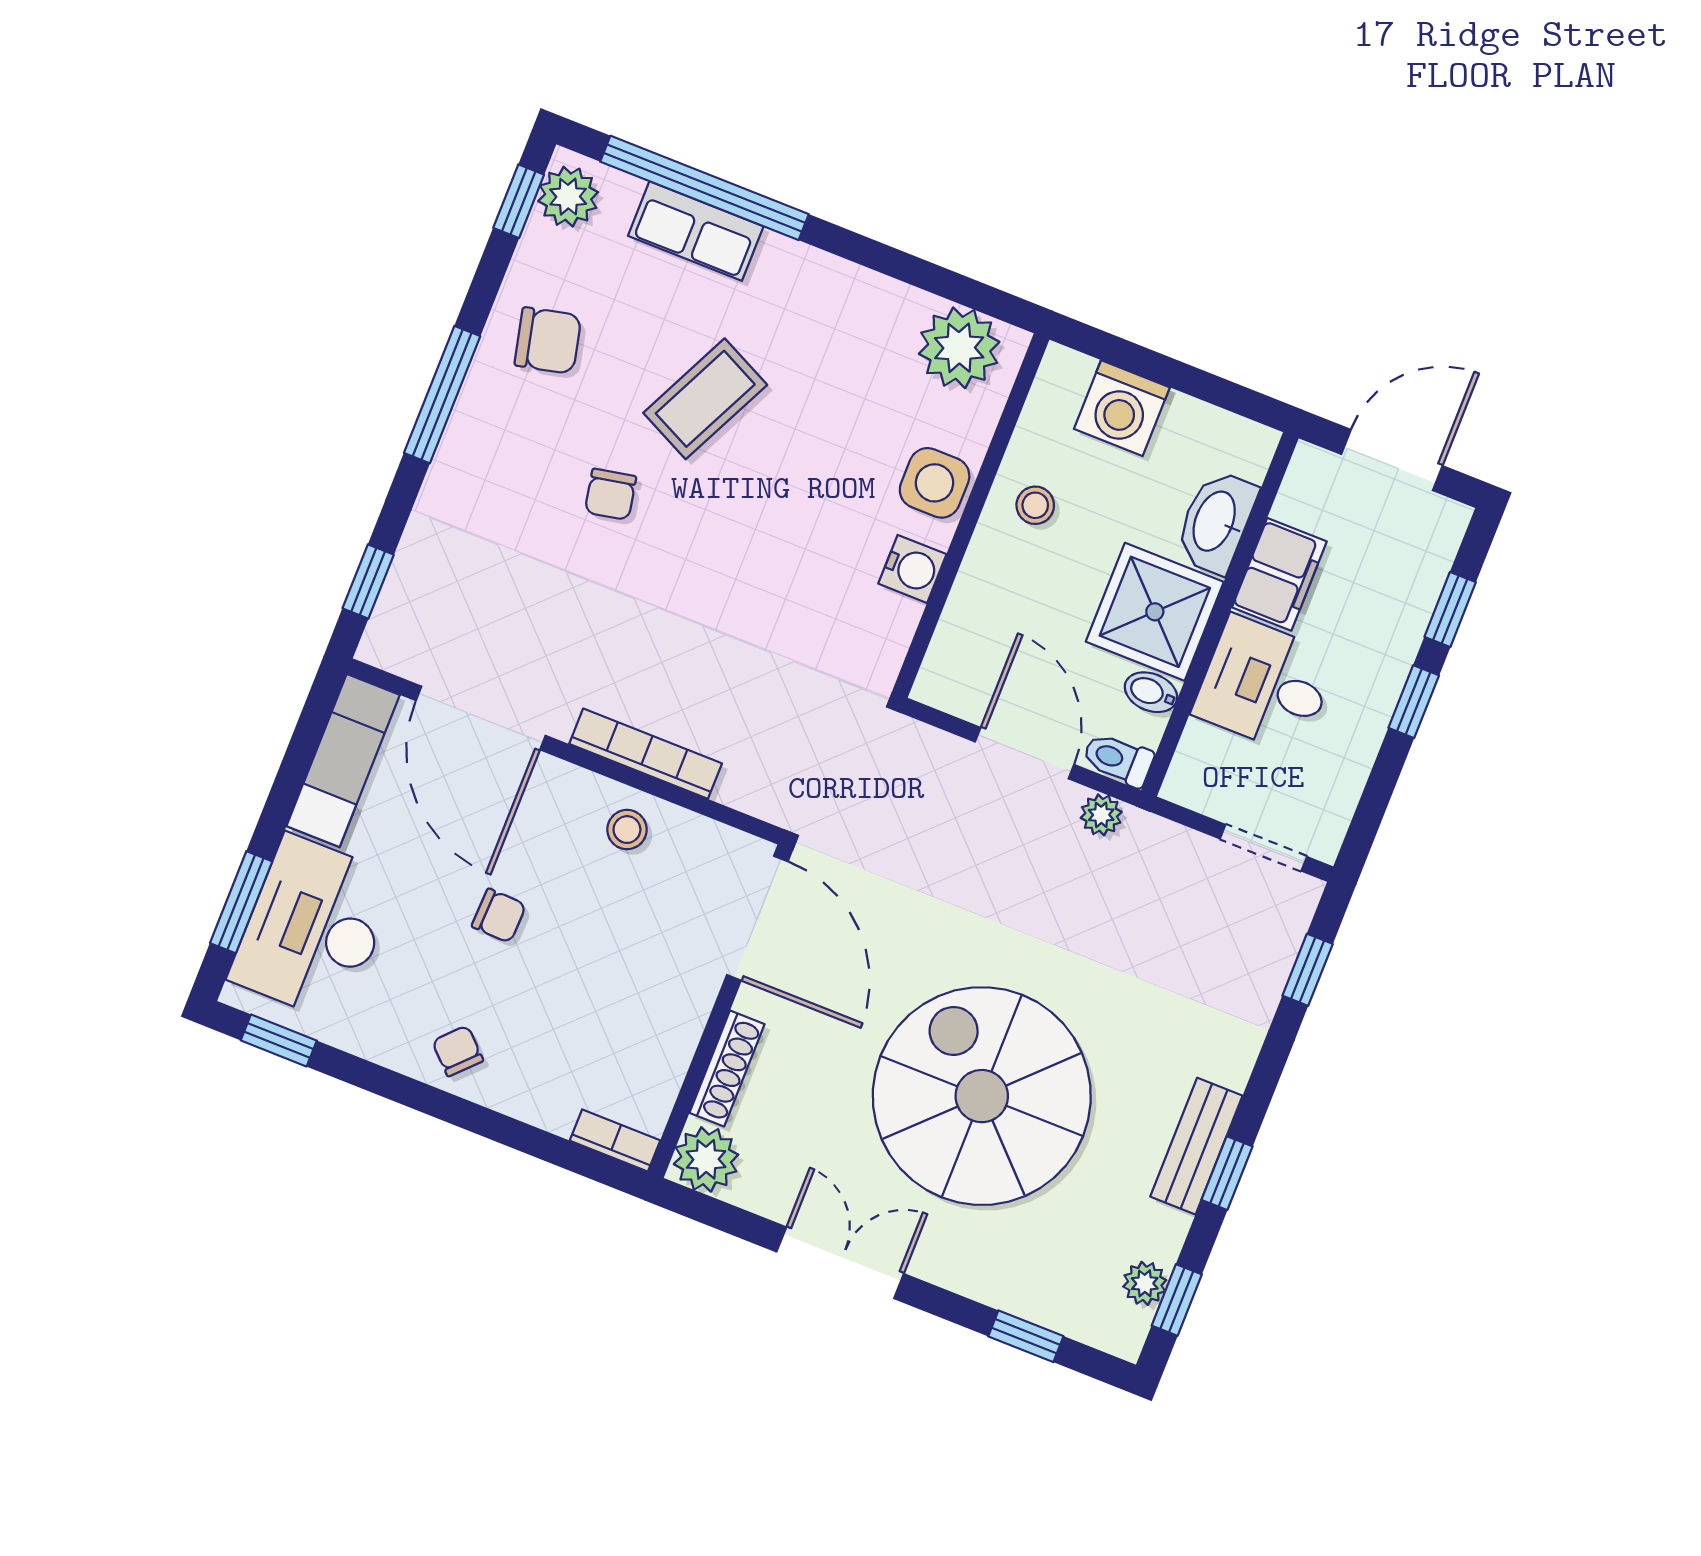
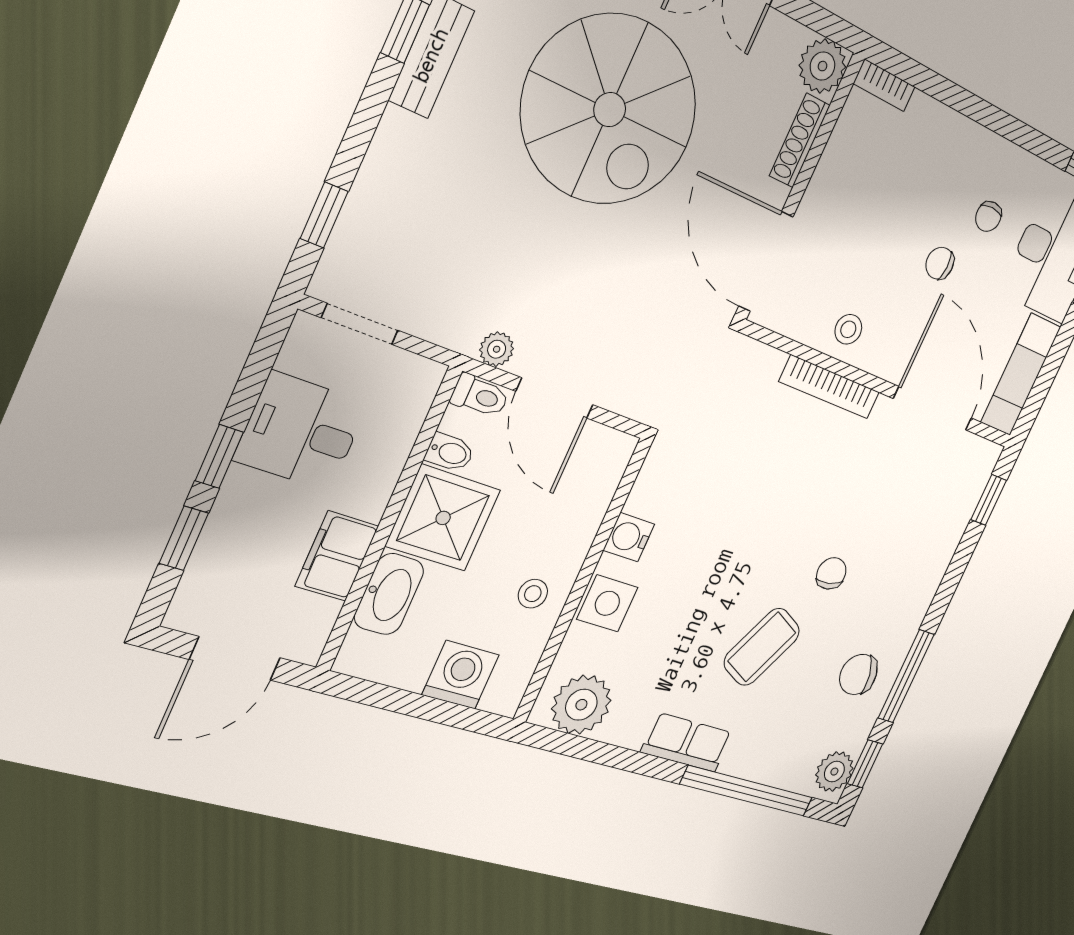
row of seats: (696, 231) -> (687, 742), moved
window: (442, 395) -> (906, 676), moved
desk: (1265, 685) -> (301, 432), moved, turned 180
chair: (458, 1051) -> (988, 217), moved, turned 46

